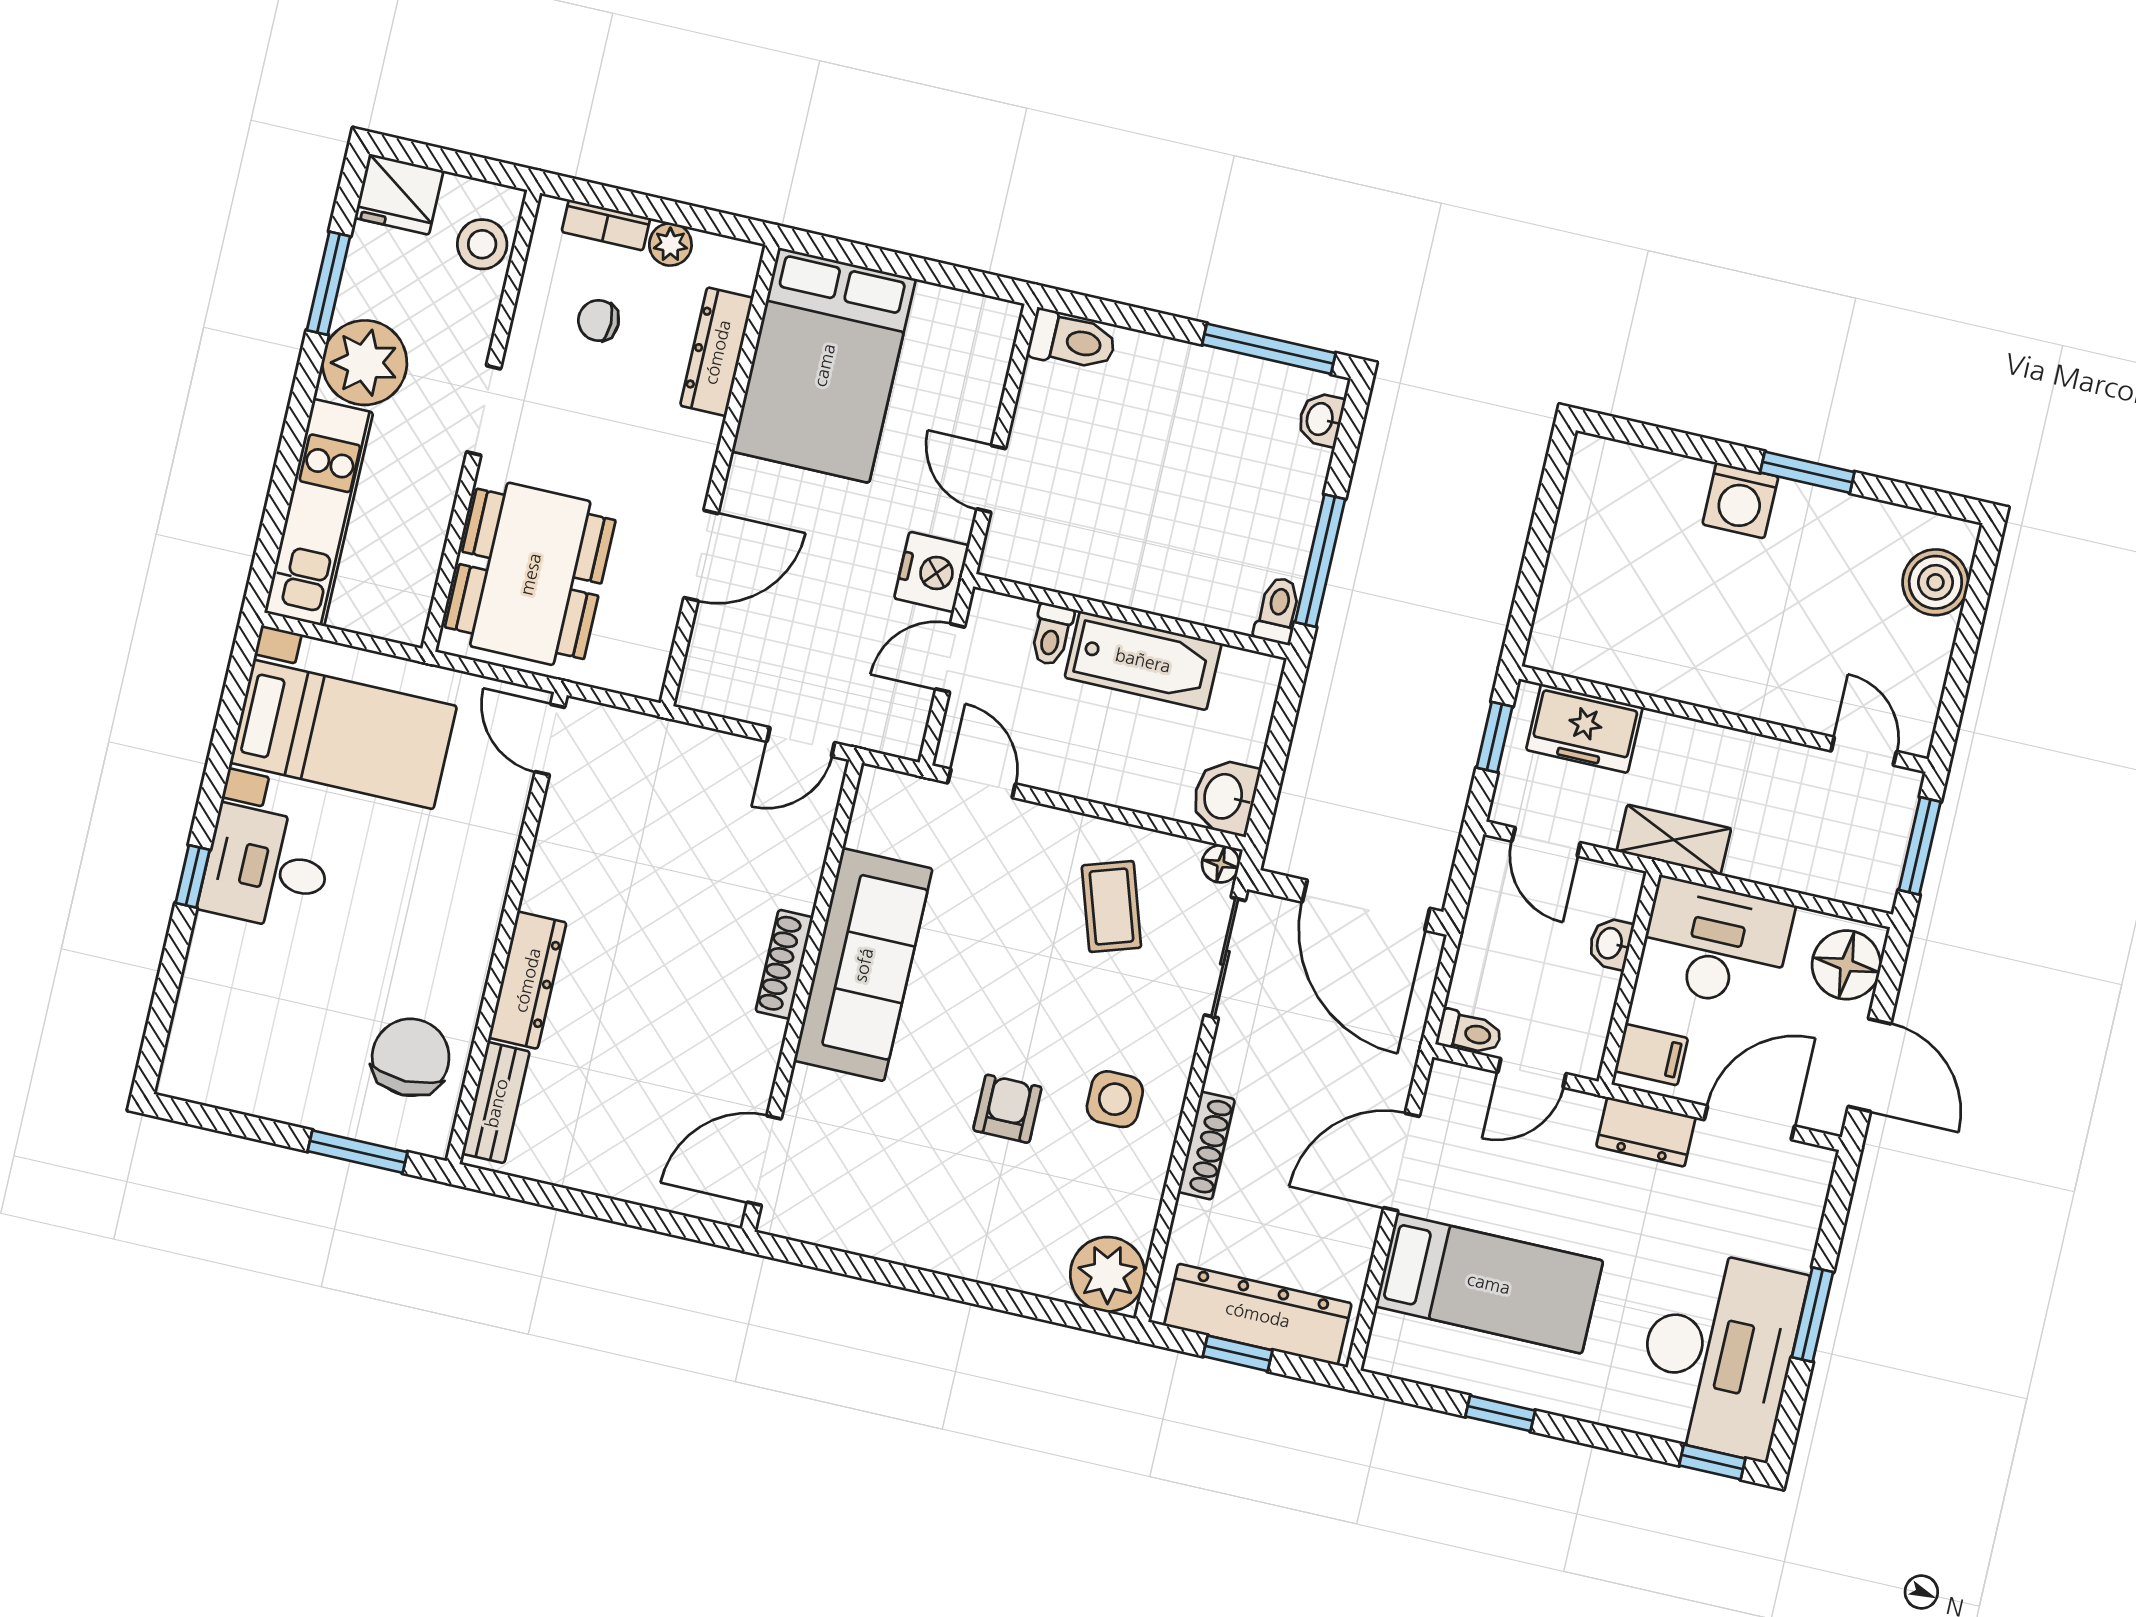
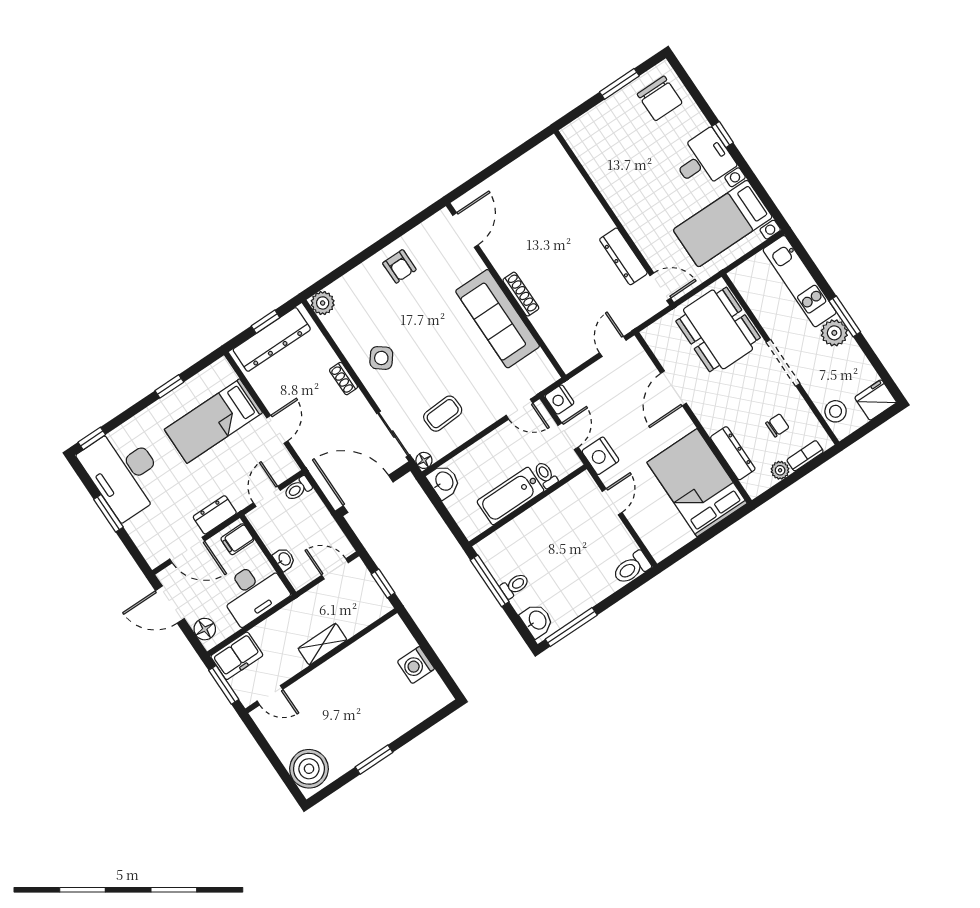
window: (328, 283) -> (845, 316), moved
plant: (365, 363) -> (834, 333), width x0.73, depth x0.73
doorway: (484, 410) -> (783, 363), width x1.38
washbasin: (1321, 419) -> (537, 621), width x1.38, depth x1.45
door: (991, 479) -> (612, 502), hinge flipped
washing machine: (1740, 500) -> (416, 665), moved, turned -90
boiler: (1935, 582) -> (309, 769), width x1.37, depth x1.37
toilet: (1278, 610) -> (515, 586), moved, turned -90
freezer: (1584, 728) -> (237, 656), moved, turned 180
nightstand: (902, 731) -> (560, 399), added
door: (801, 742) -> (613, 346), moved
shelving: (1674, 840) -> (322, 644), moved
coffee table: (1111, 906) -> (443, 414), turned -75
floor lamp: (1846, 965) -> (205, 629), width x0.73, depth x0.73
dresser: (527, 980) -> (623, 256), moved
chair: (411, 1057) -> (660, 98), moved
side table: (1115, 1099) -> (381, 358), turned 38
bench: (496, 1103) -> (562, 163), removed
armchair: (1007, 1109) -> (399, 266), moved
door: (1749, 1123) -> (187, 550), hinge flipped
shoe rack: (1206, 1146) -> (344, 379), width x0.70
window: (357, 1152) -> (619, 84), moved
door: (1402, 1162) -> (277, 429), width x0.73
plant: (1108, 1274) -> (323, 303), width x0.73, depth x0.73

